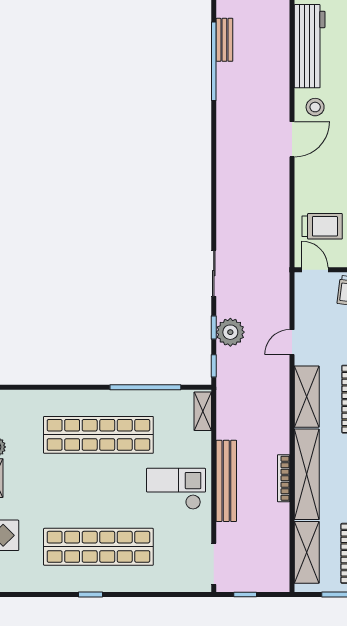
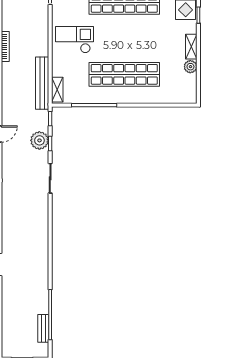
bench: (226, 481) -> (42, 83), moved
checkout: (176, 489) -> (74, 40), turned 180

